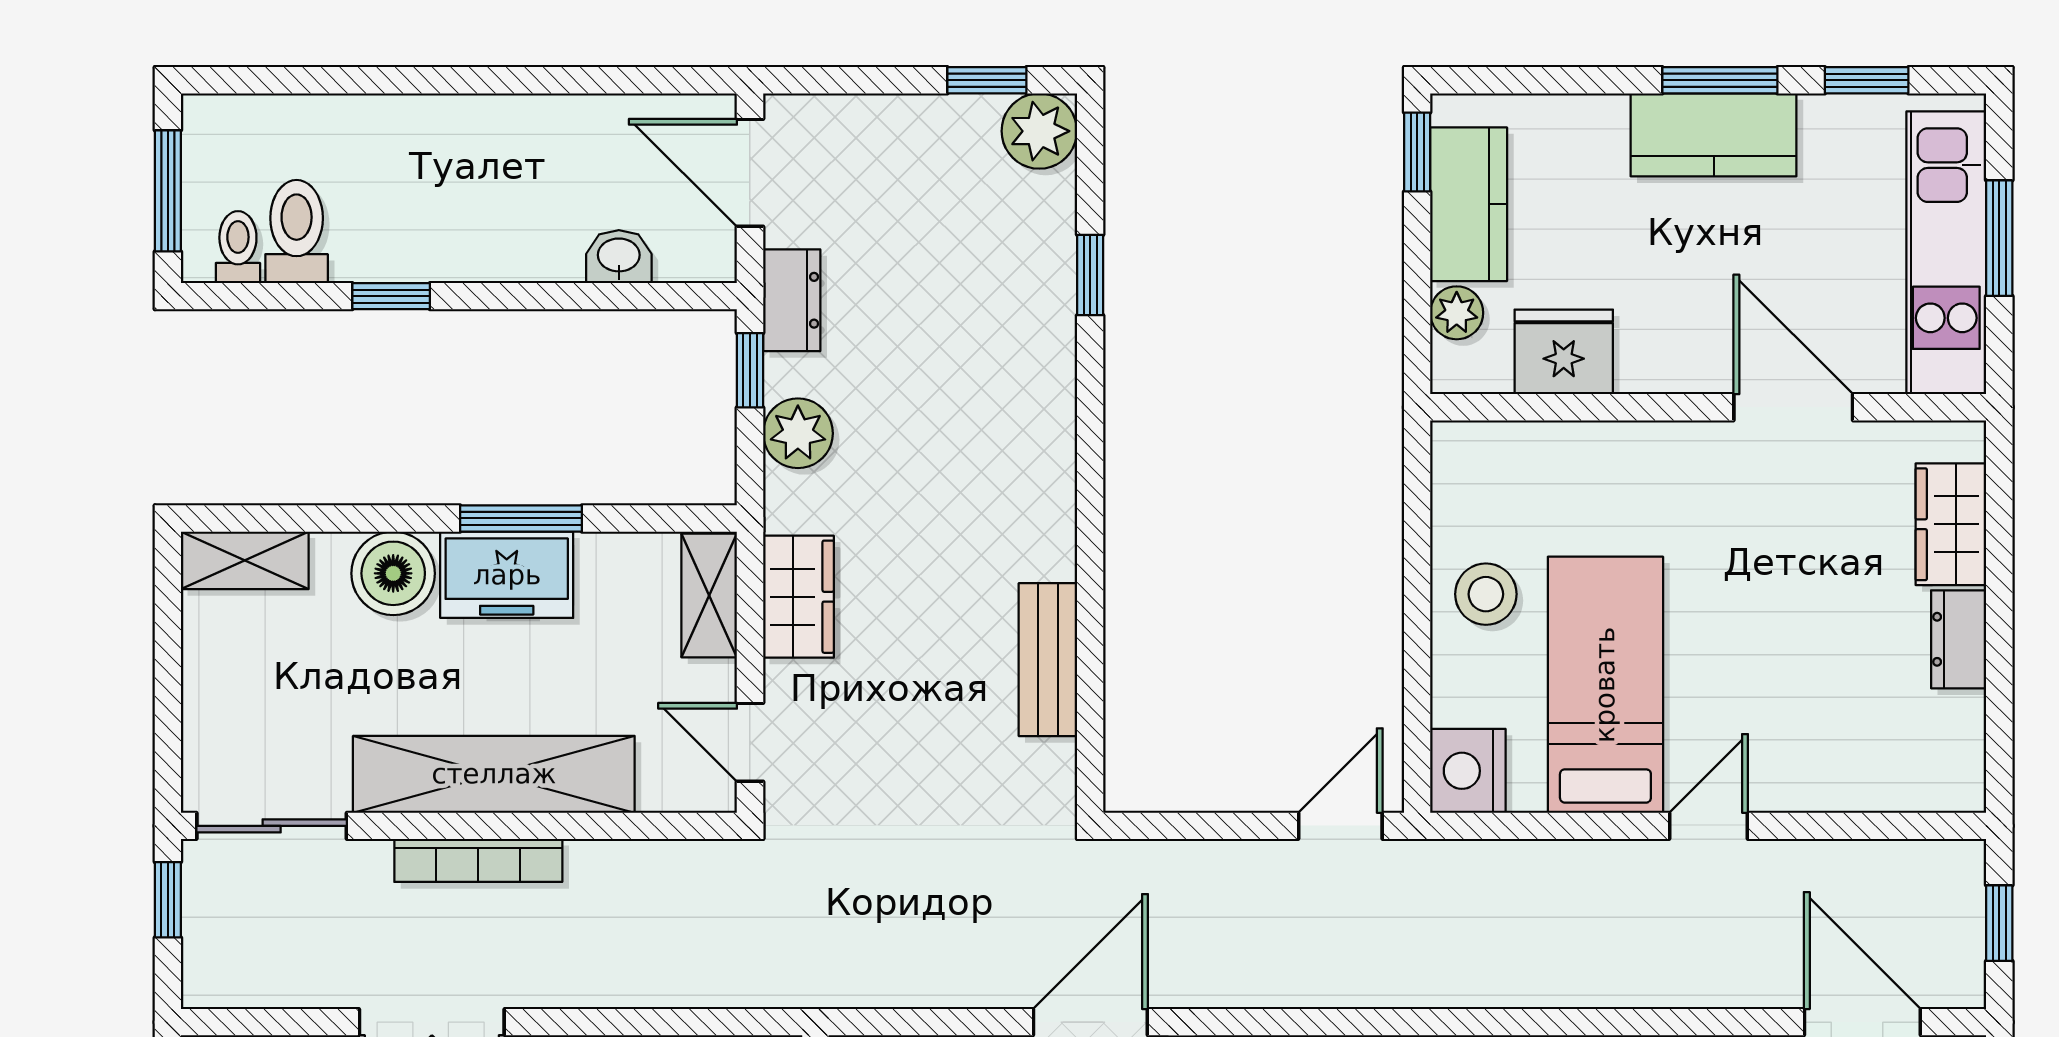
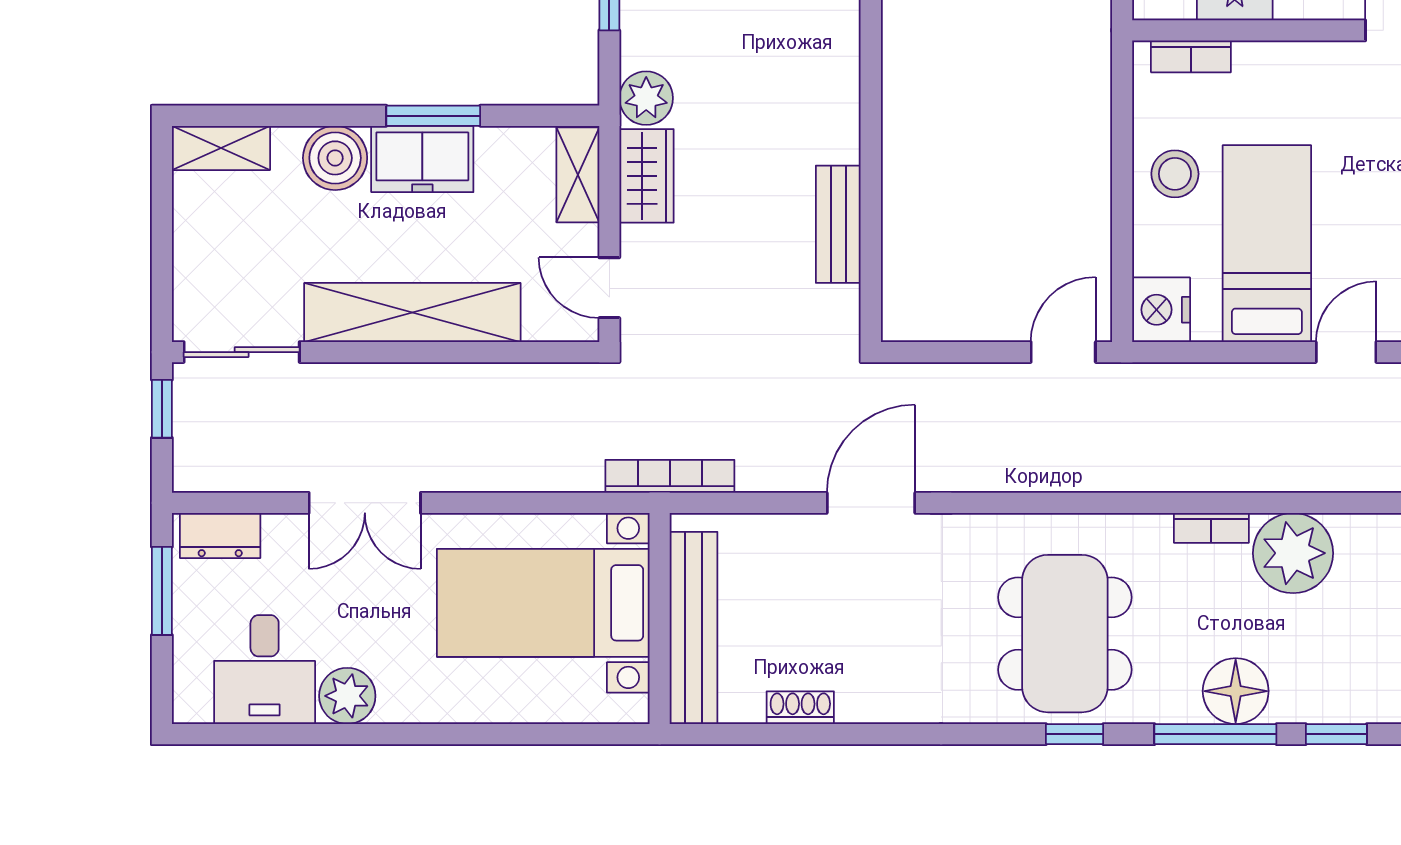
plant: (798, 433) -> (646, 98), moved
bookcase: (1507, 441) -> (1191, 56), added
bookcase: (478, 860) -> (670, 476), moved, turned 180

